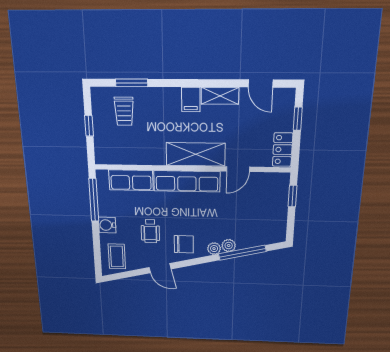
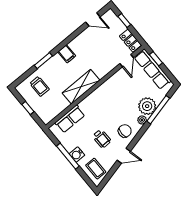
window: (132, 83) -> (43, 61), moved
shelving: (220, 96) -> (79, 41), removed
shelving: (196, 154) -> (81, 87), moved
door: (238, 169) -> (127, 61), moved
row of seats: (187, 181) -> (153, 69), moved, turned 90
window: (94, 200) -> (68, 156), moved
plant: (229, 246) -> (147, 106), width x1.87, depth x1.87

